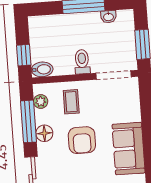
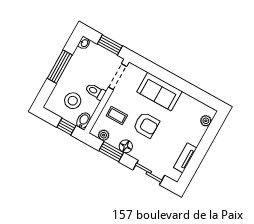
washbasin: (108, 17) -> (84, 43), moved
stool: (56, 44) -> (73, 101), added
window: (28, 121) -> (111, 152), width x0.69
sofa: (129, 149) -> (159, 92), moved

